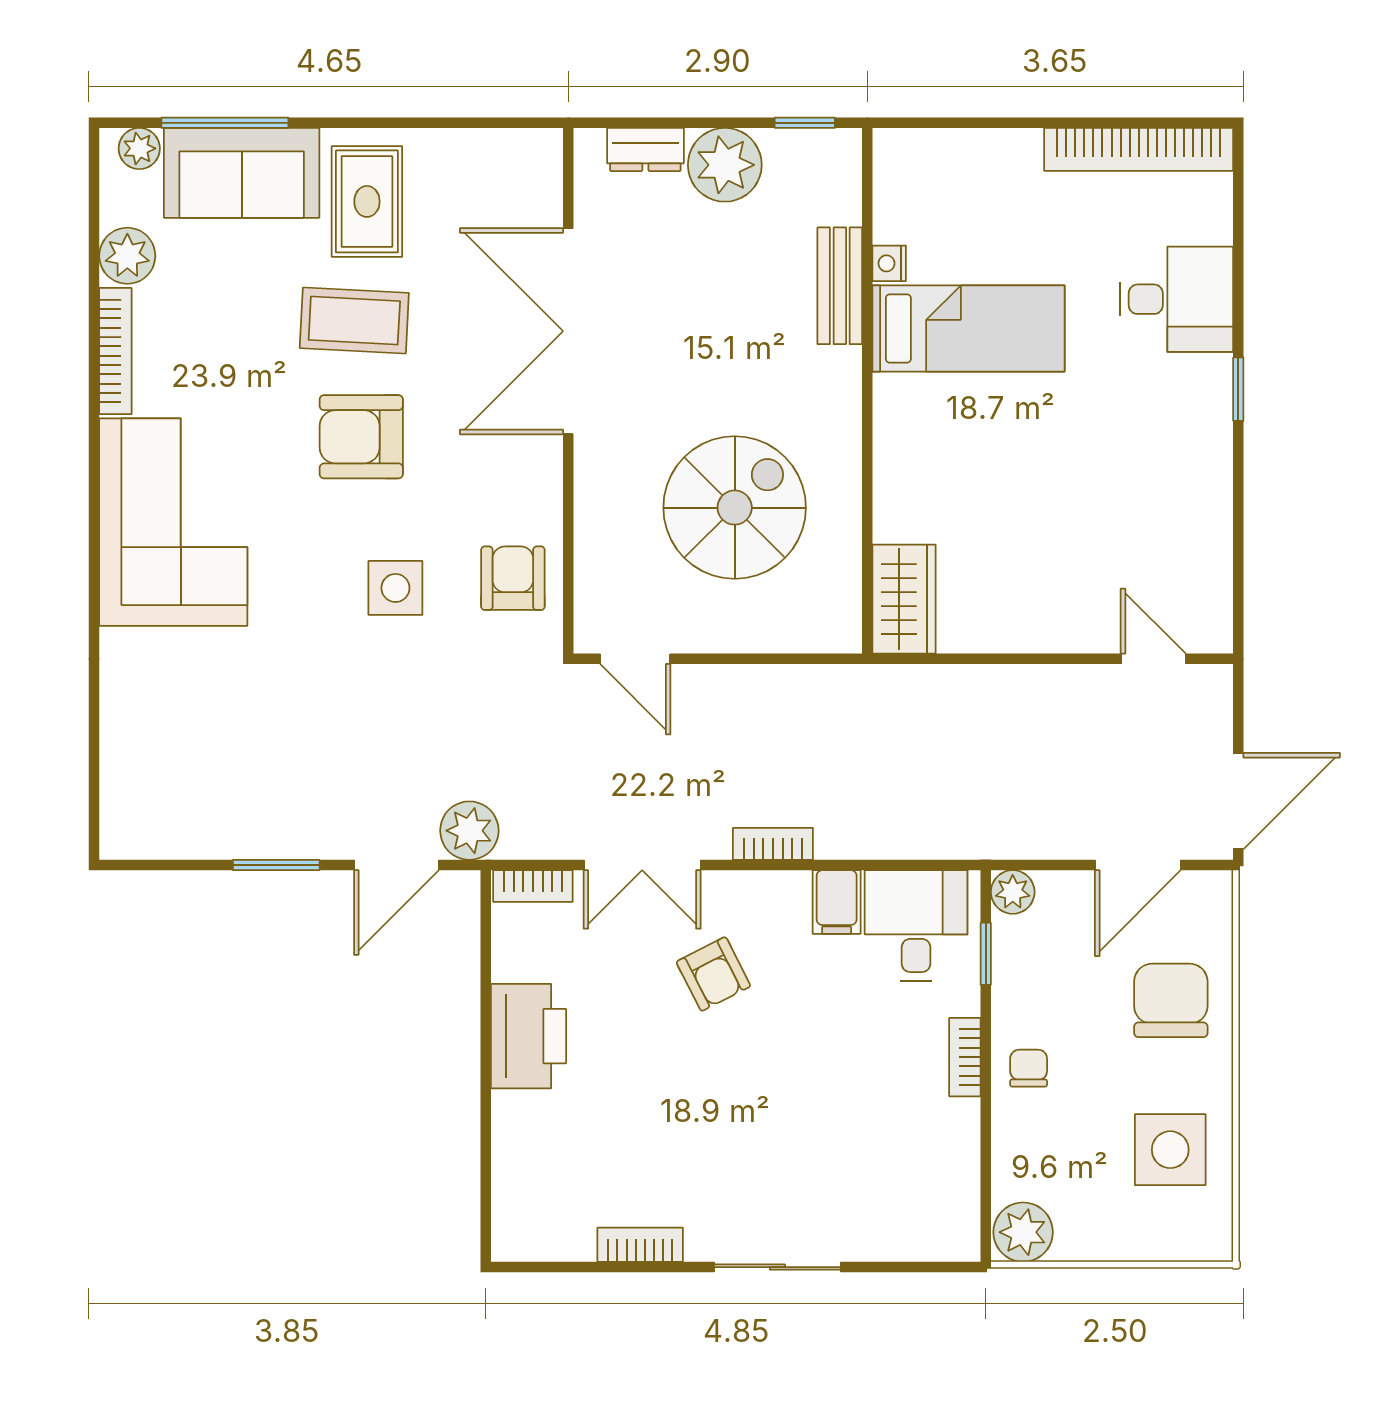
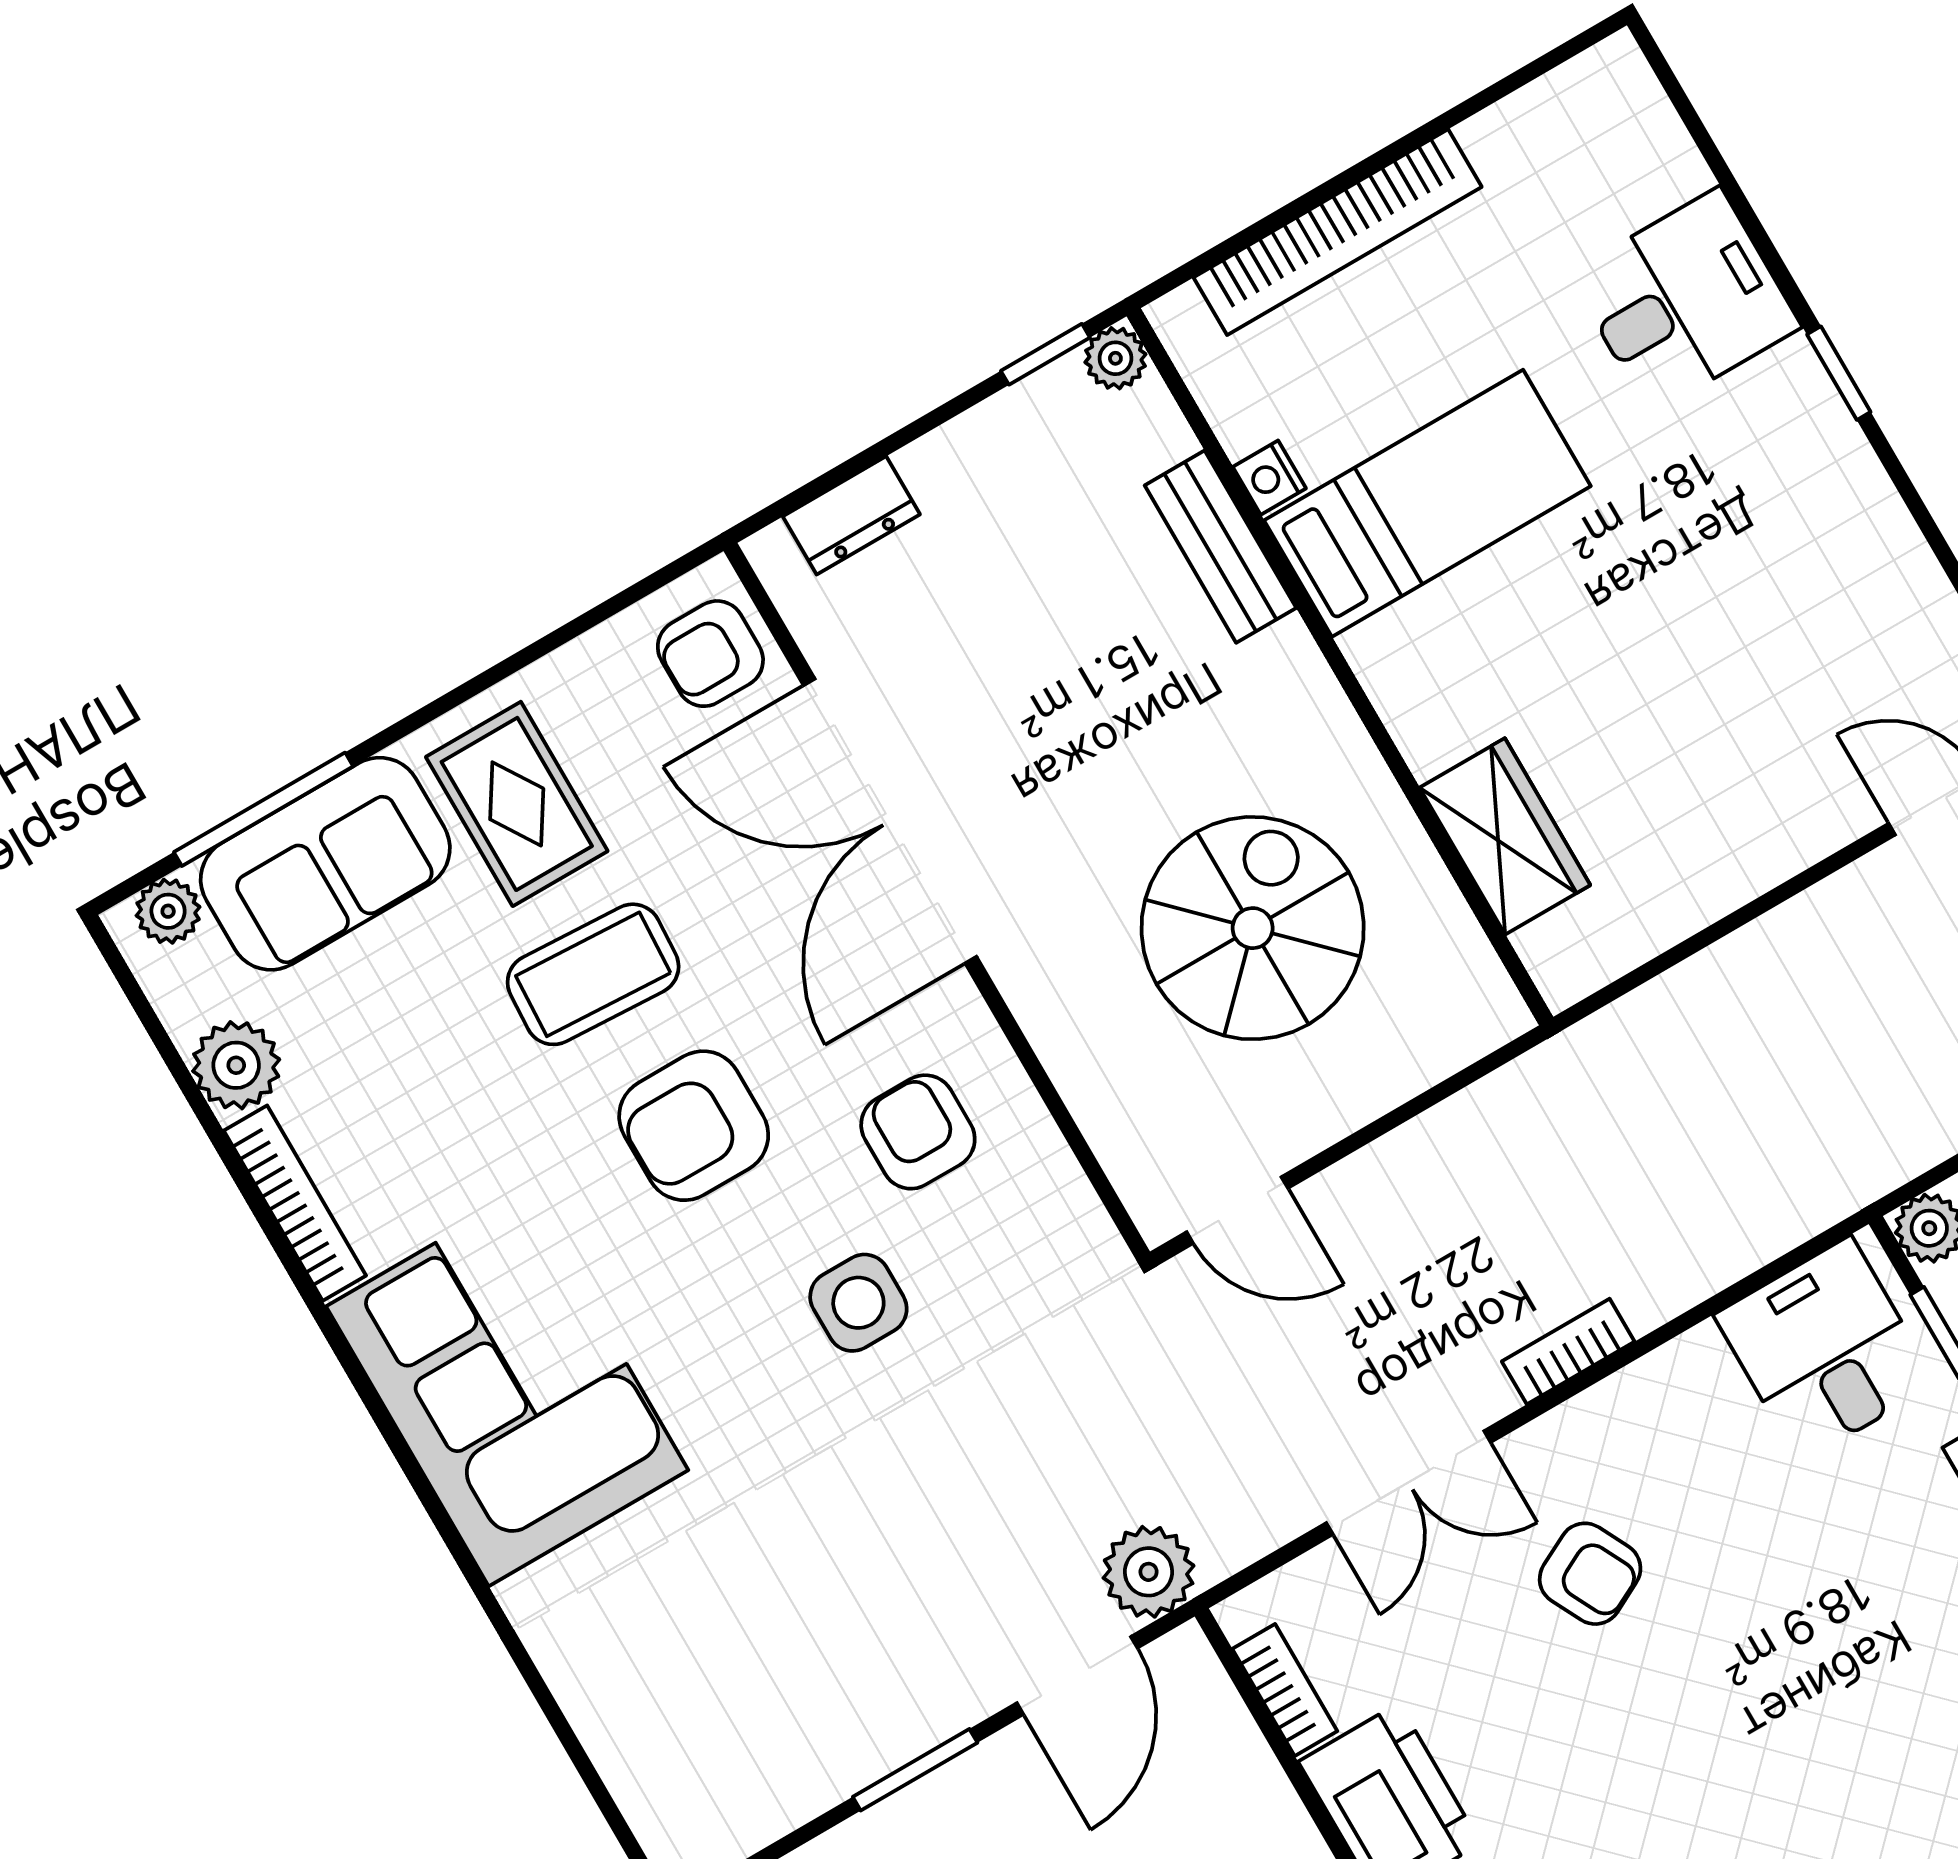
bookcase: (1139, 149) -> (1338, 232), moved
plant: (725, 165) -> (1115, 358), moved, width x0.53, depth x0.53
armchair: (523, 181) -> (710, 654), added
armchair: (513, 578) -> (918, 1132), moved
wardrobe: (904, 599) -> (1505, 836), moved
bookcase: (533, 886) -> (1285, 1690), moved, turned -90
filing cabinet: (837, 902) -> (1700, 1380), removed

